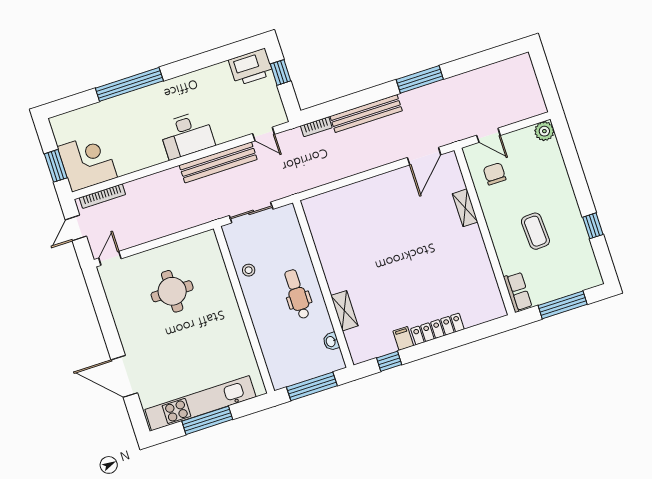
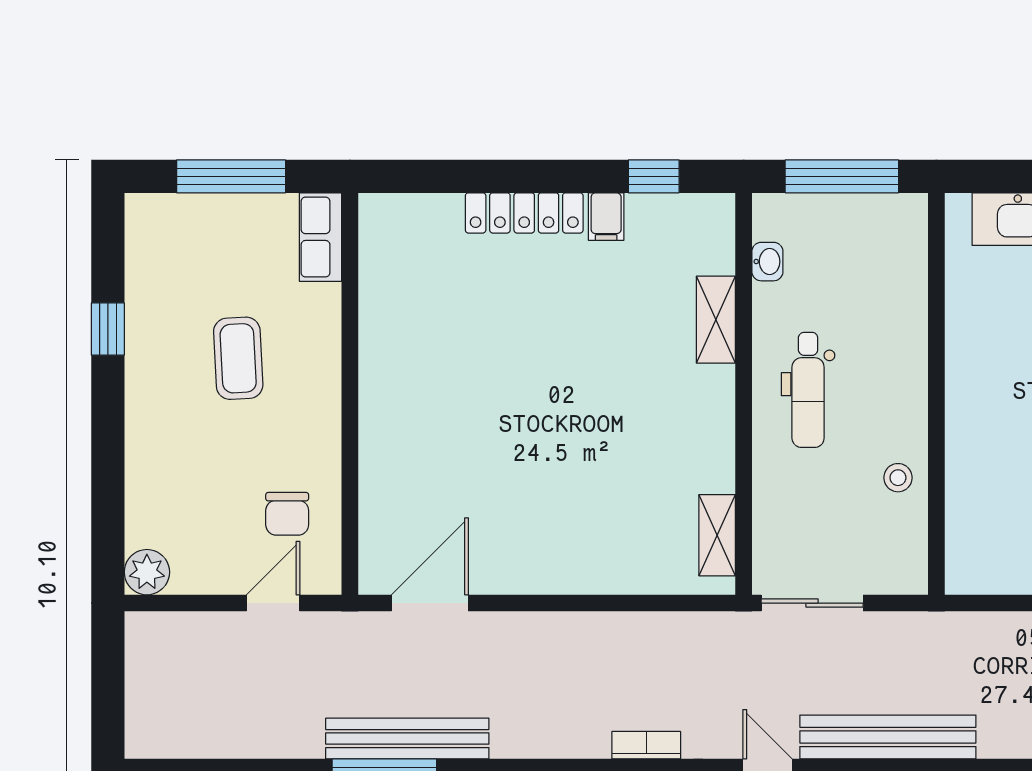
bench: (366, 114) -> (407, 739), moved
door: (488, 135) -> (273, 603), hinge flipped
shelving: (465, 208) -> (717, 535), moved
sliding door: (251, 212) -> (812, 603), moved

